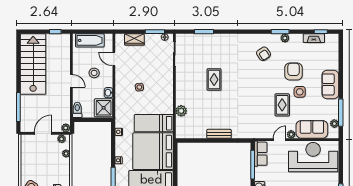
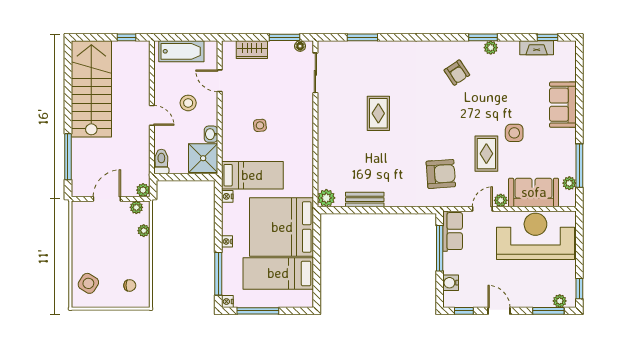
armchair: (294, 71) -> (441, 174), moved, turned 86
sofa: (330, 84) -> (563, 105), moved
plant: (181, 111) -> (326, 198), moved
bed: (154, 123) -> (252, 175), moved, turned 180
bench: (219, 134) -> (365, 200), moved

